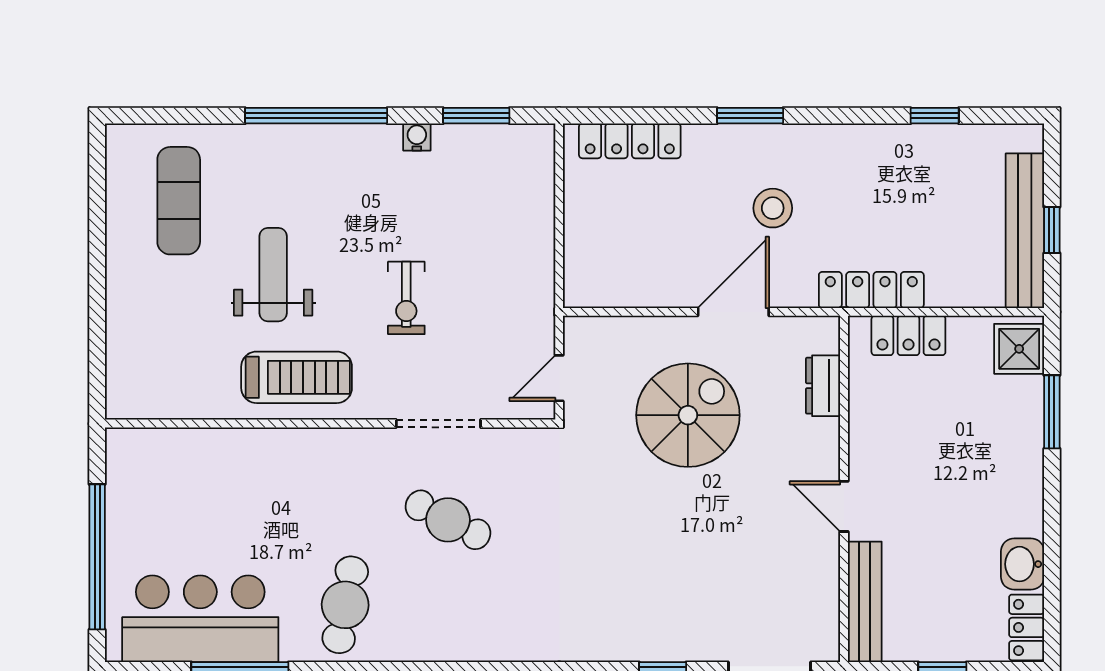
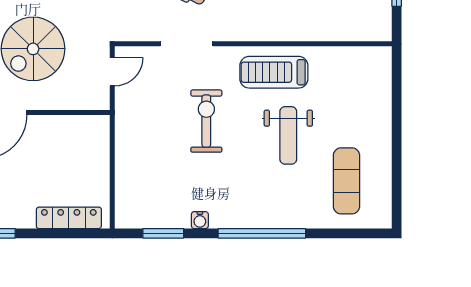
exercise bike: (406, 298) -> (206, 121), width x1.38, depth x1.39

